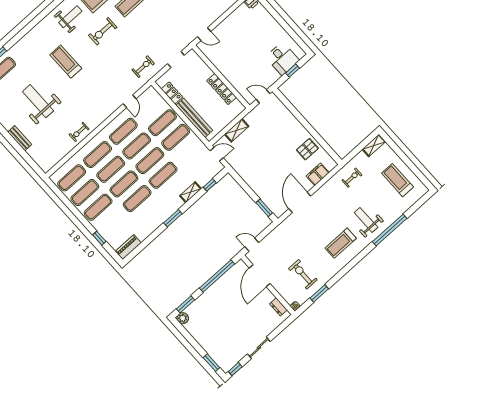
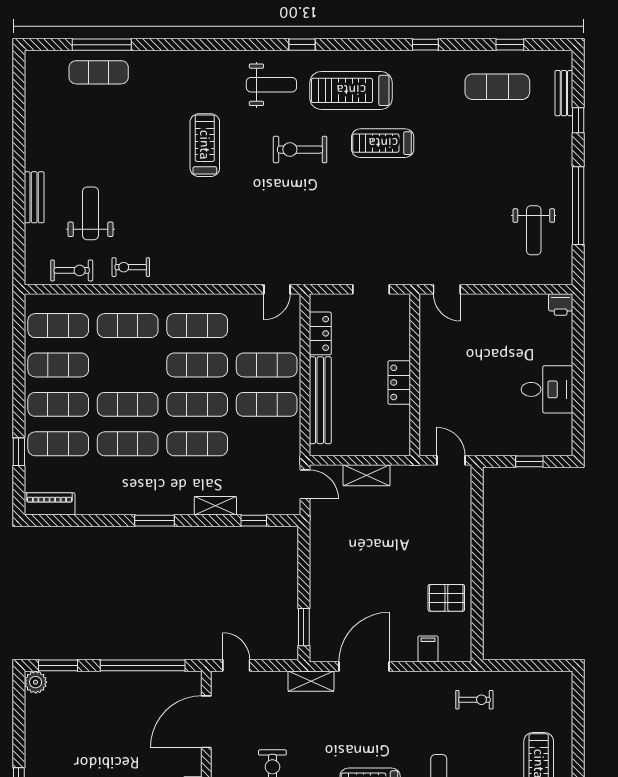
desk: (282, 59) -> (547, 389), moved, turned -90
exercise bike: (143, 67) -> (72, 270), moved
locker: (222, 89) -> (399, 382), width x0.66
weight bench: (38, 101) -> (91, 213), moved, width x0.73, depth x0.75
door: (130, 101) -> (277, 289), moved
shelving: (374, 145) -> (311, 681), moved
exercise mat: (111, 169) -> (58, 444), moved
filing cabinet: (318, 174) -> (428, 649), width x0.50

